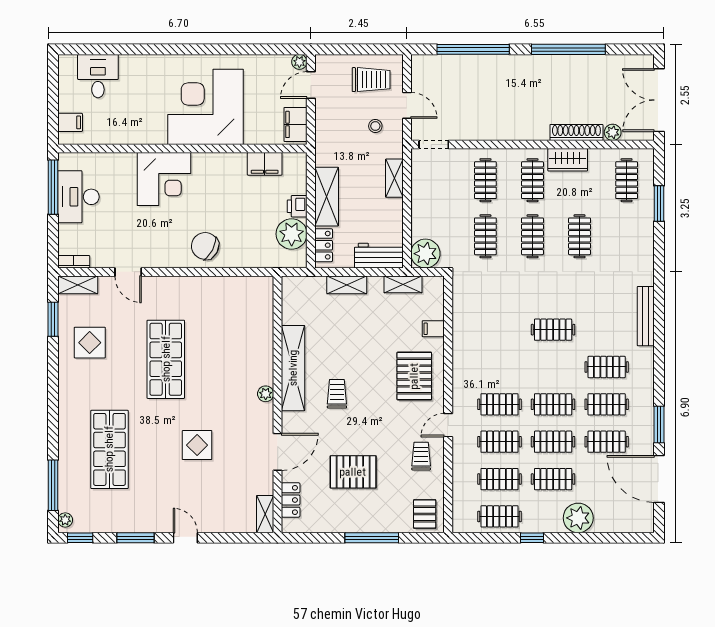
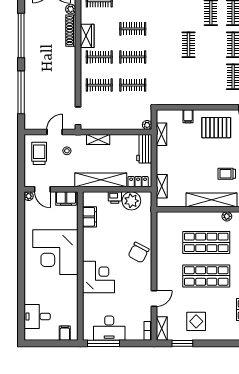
shelving: (327, 197) -> (101, 180), width x1.47
plant: (425, 254) -> (147, 125), width x0.53, depth x0.53
shelving: (347, 285) -> (162, 186), moved
shop shelf: (222, 359) -> (206, 242), added

